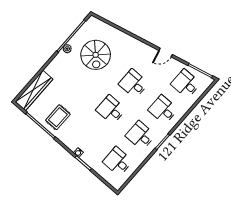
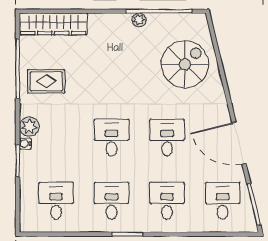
door: (166, 52) -> (239, 143), width x1.88
spiral stairs: (96, 55) -> (185, 64), moved, turned 180
plant: (72, 144) -> (29, 127), added

